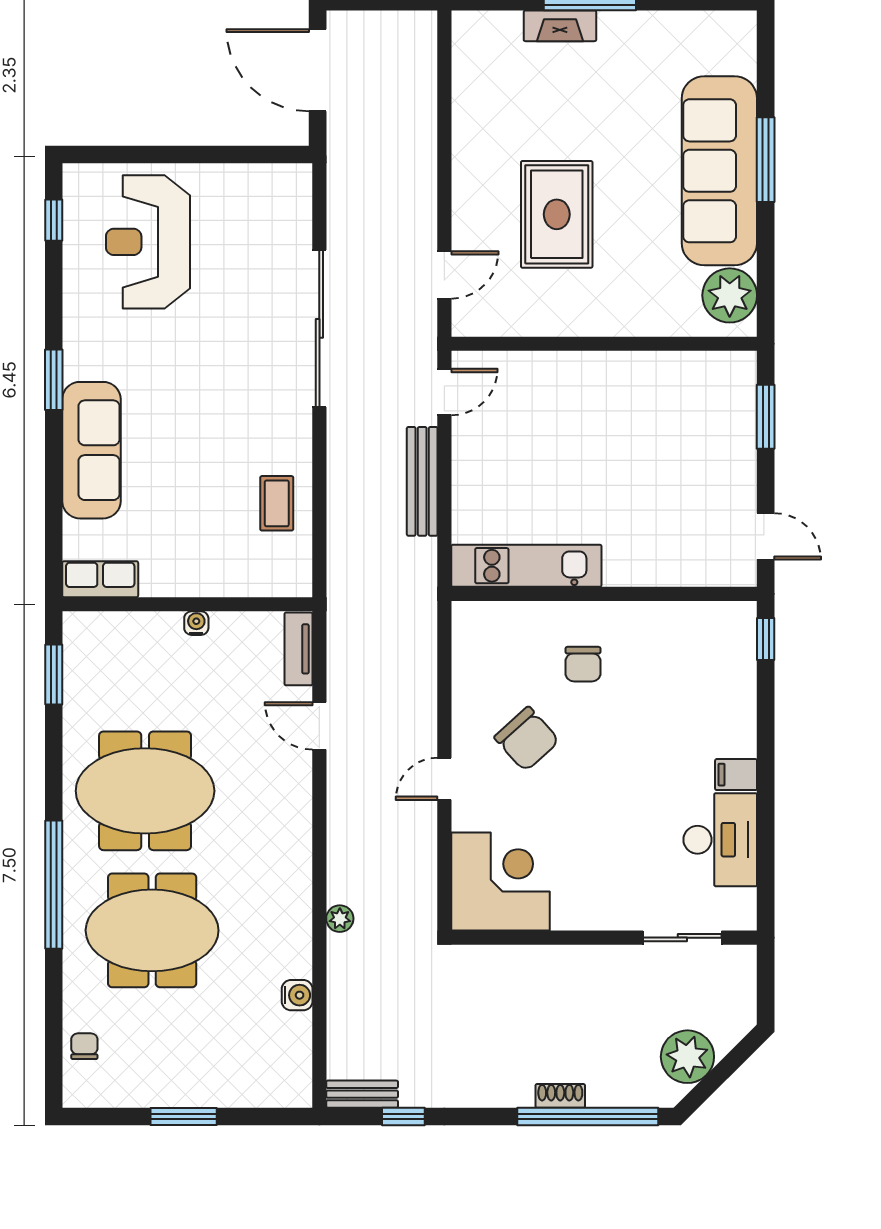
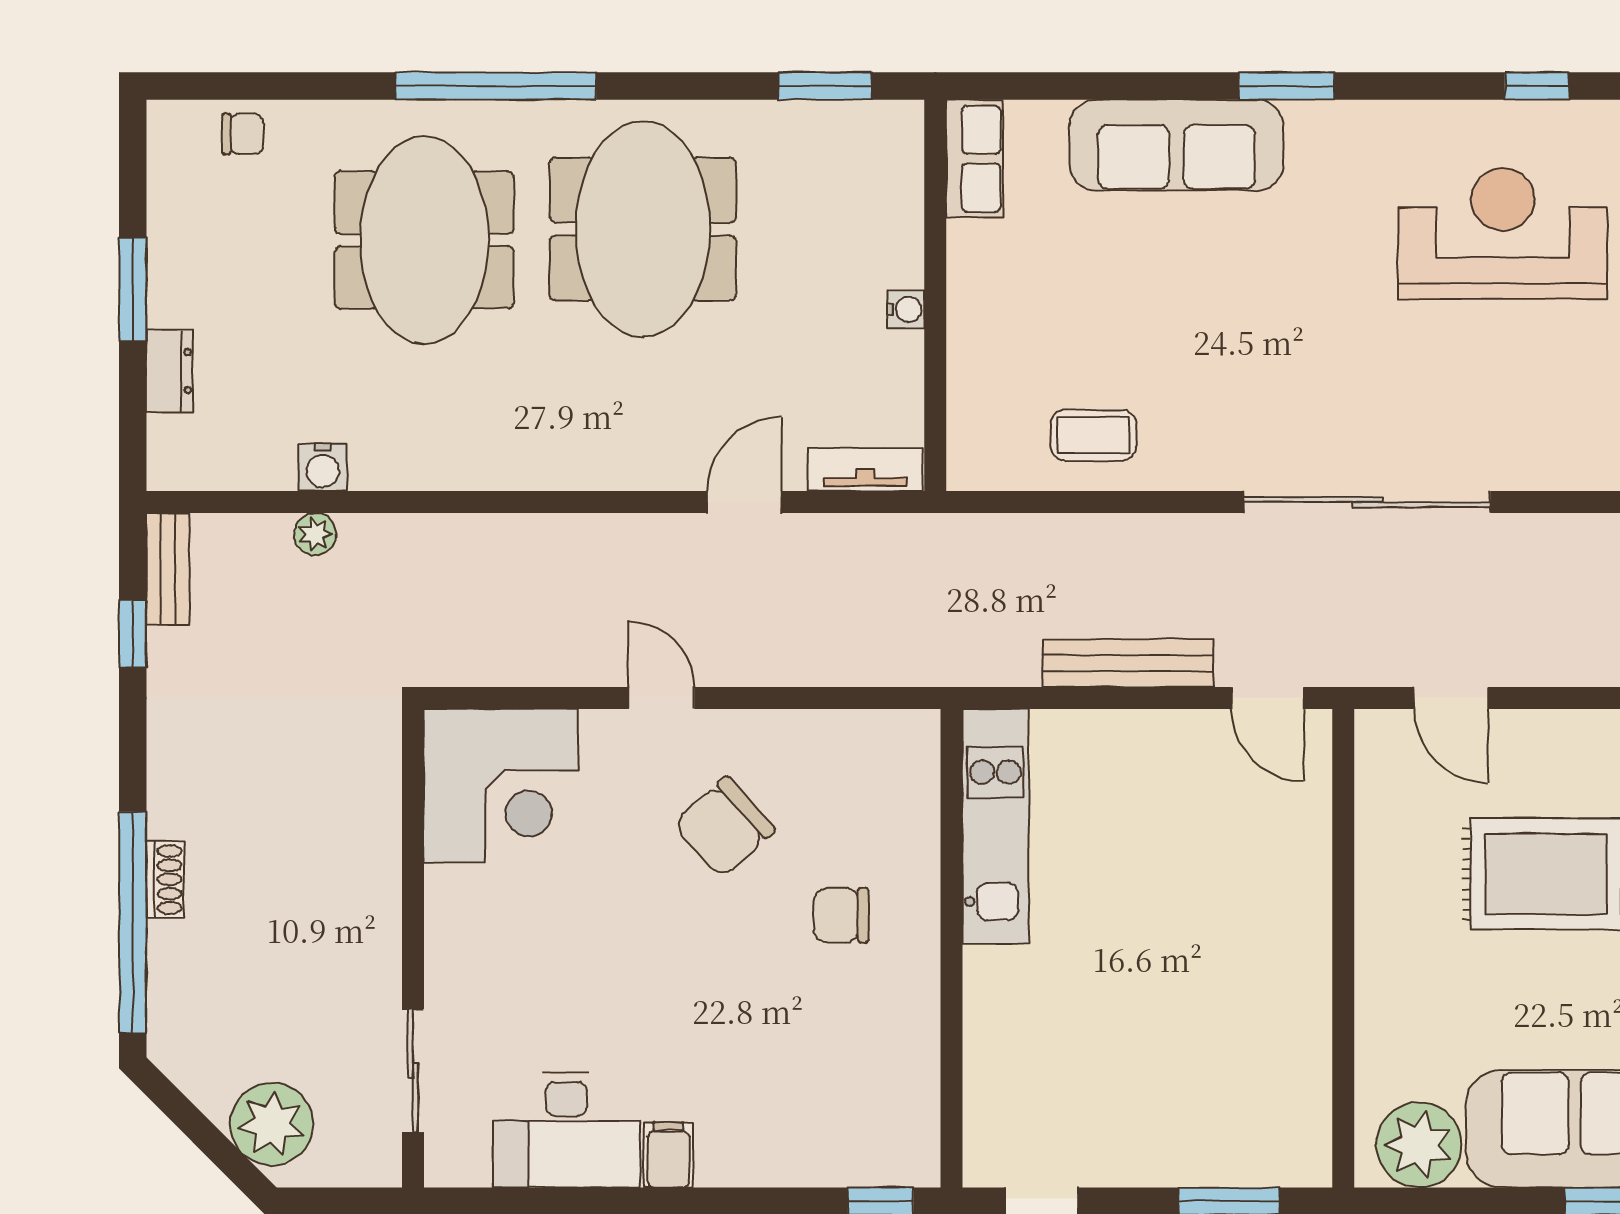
plant: (340, 919) -> (315, 534), moved
plant: (687, 1057) -> (272, 1124), moved
dresser: (236, 1093) -> (170, 371), added

